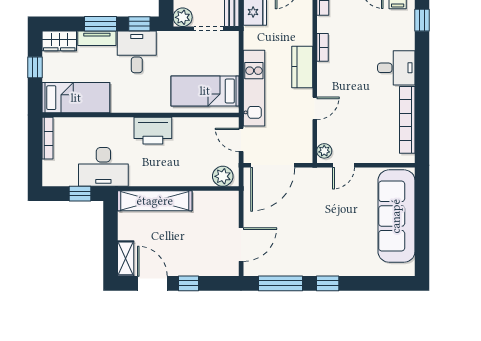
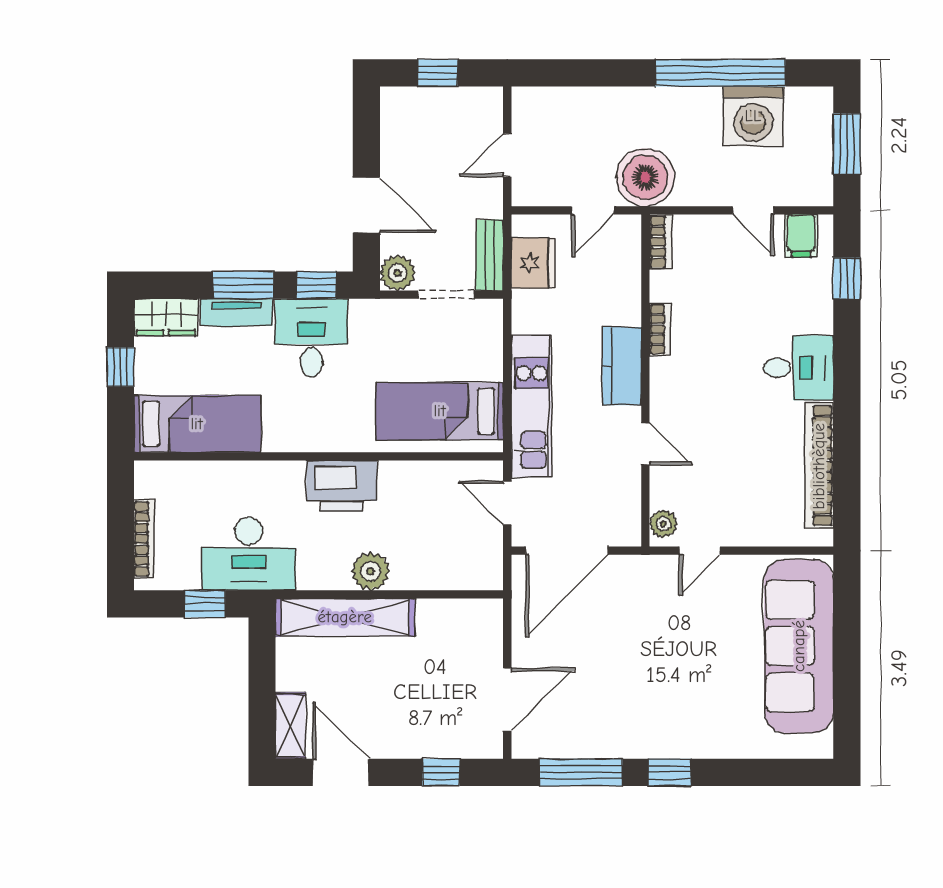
door: (315, 108) -> (645, 444), hinge flipped
bookcase: (48, 138) -> (144, 539), moved
plant: (223, 176) -> (371, 571), moved
window: (188, 283) -> (441, 772), moved

